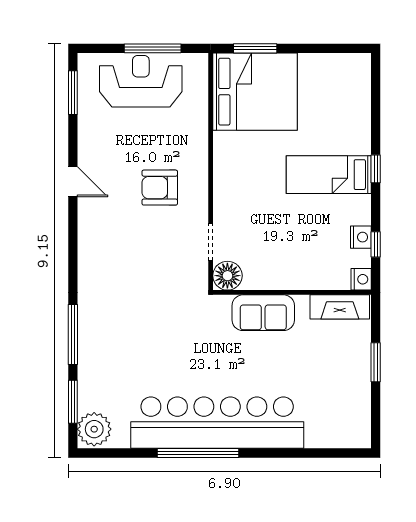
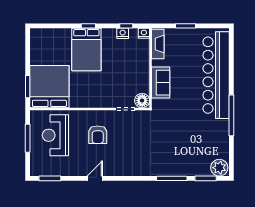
reception desk: (141, 81) -> (55, 135), moved
bed: (329, 175) -> (86, 50), width x1.50
bar counter: (217, 423) -> (216, 75), moved

